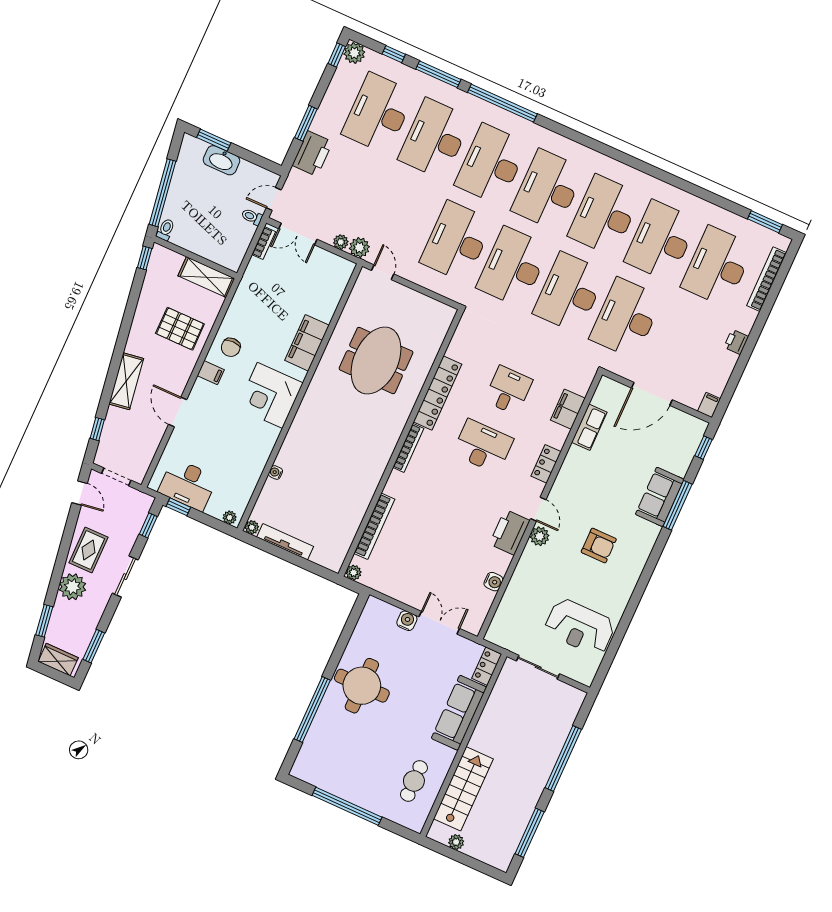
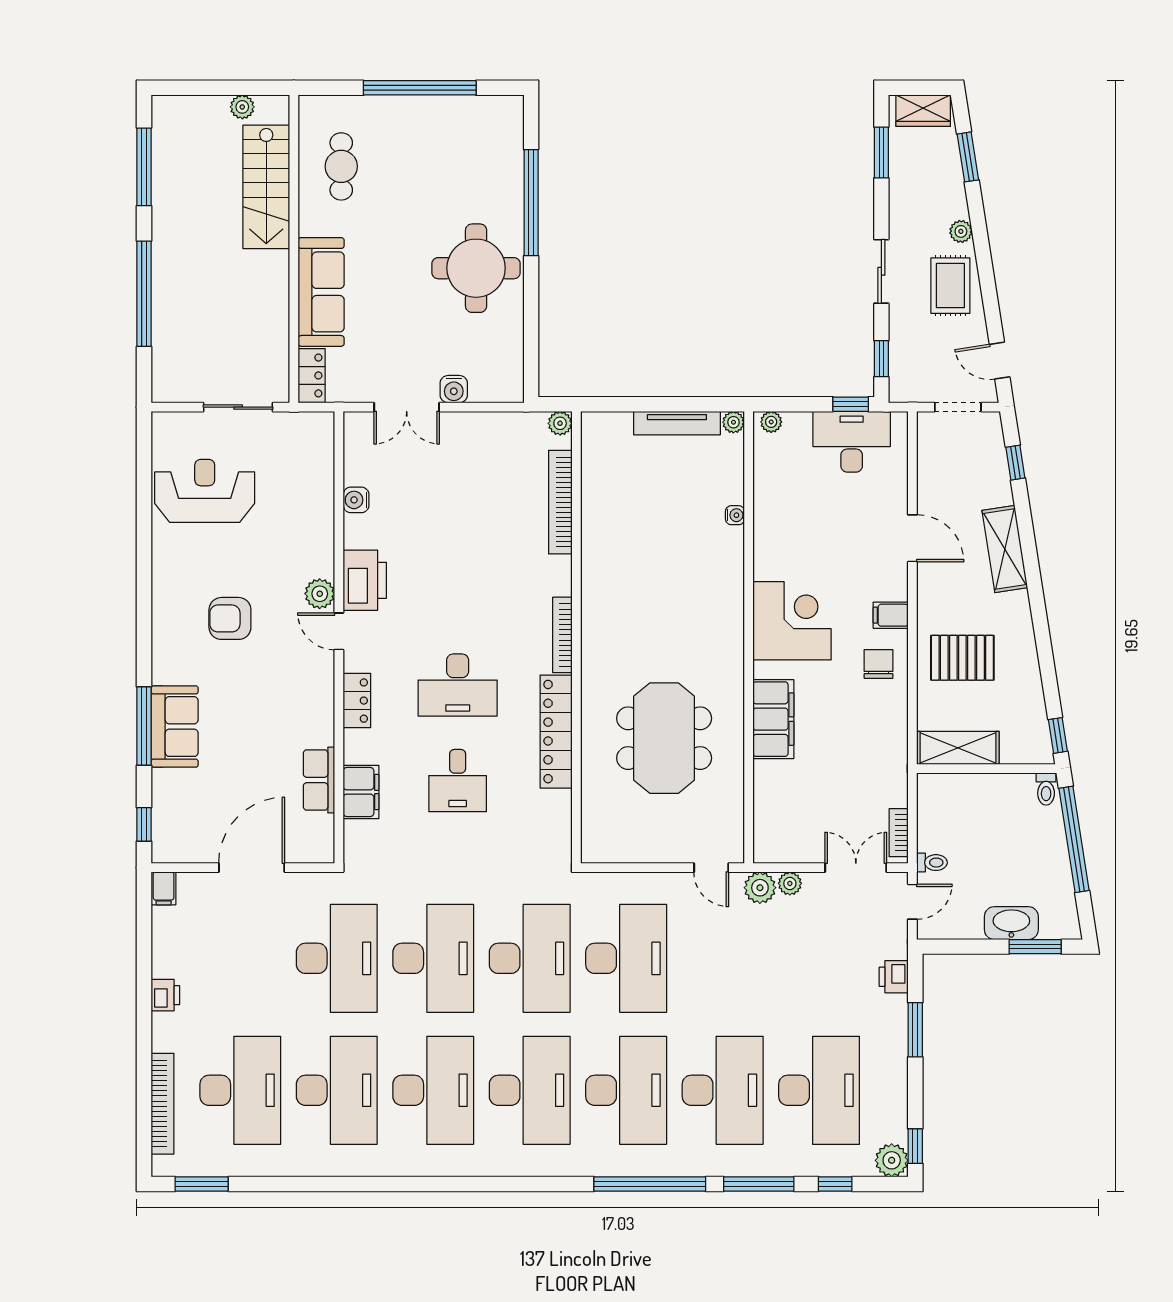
printer: (312, 154) -> (894, 977), width x0.53, depth x0.68
plant: (72, 587) -> (961, 231), width x0.53, depth x0.53

